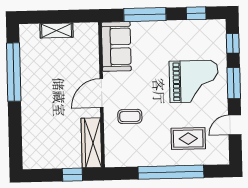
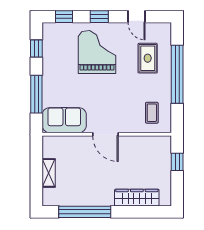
window: (234, 83) -> (99, 17), width x0.67
coffee table: (130, 116) -> (152, 113), moved
wardrobe: (91, 143) -> (137, 198), moved, turned 180

